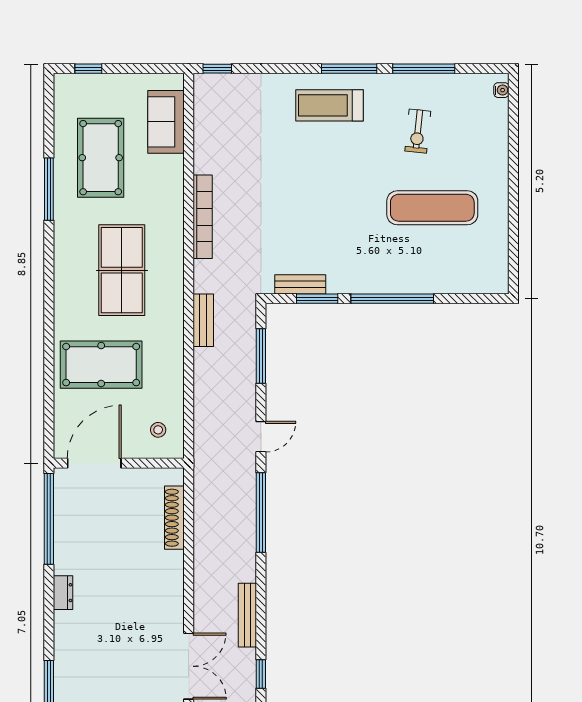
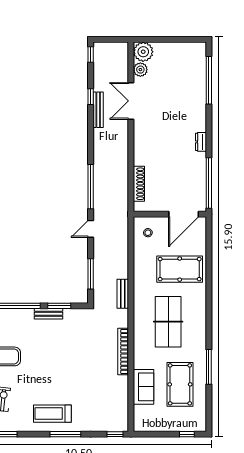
window: (349, 69) -> (65, 434), moved
treadmill: (330, 105) -> (52, 414), turned 180
sofa: (166, 122) -> (144, 387), moved
bench: (300, 284) -> (49, 314), moved
bench: (247, 615) -> (98, 110), moved

